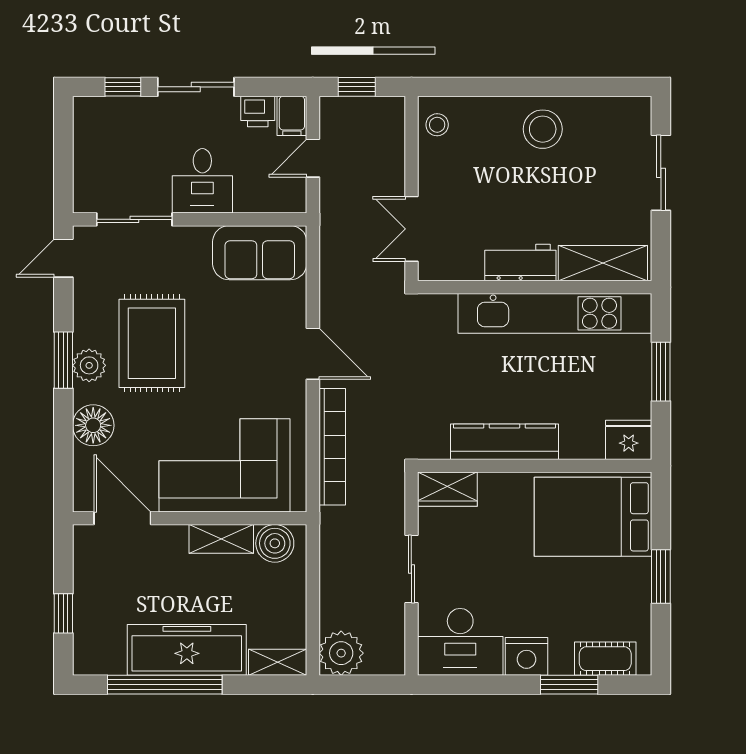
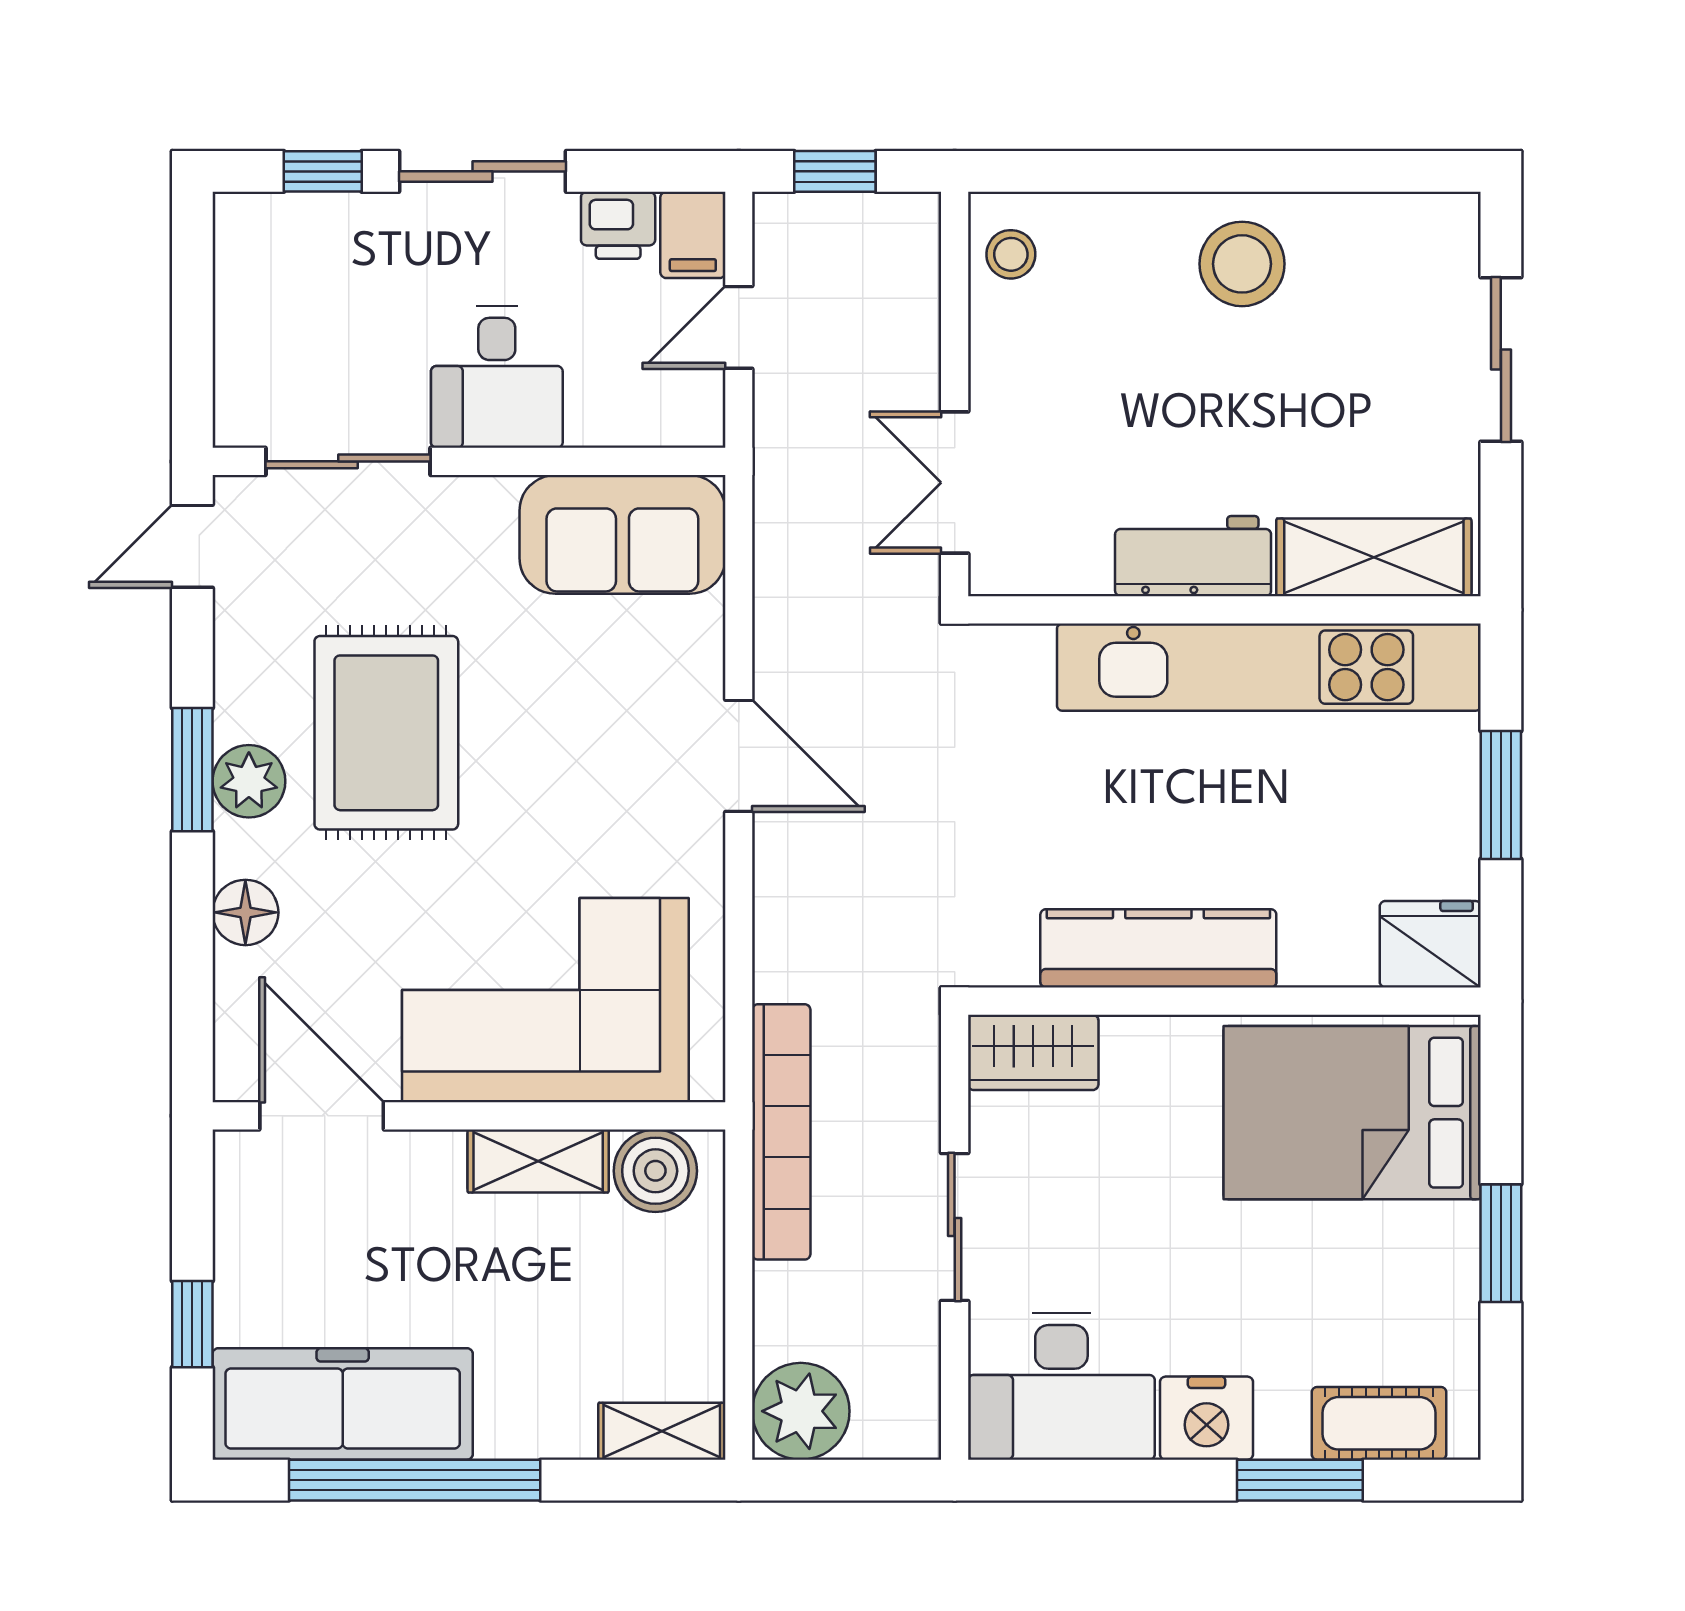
floor lamp: (93, 425) -> (245, 912), width x0.73, depth x0.73
bookcase: (332, 447) -> (781, 1132), moved
freezer: (187, 650) -> (343, 1404), moved

